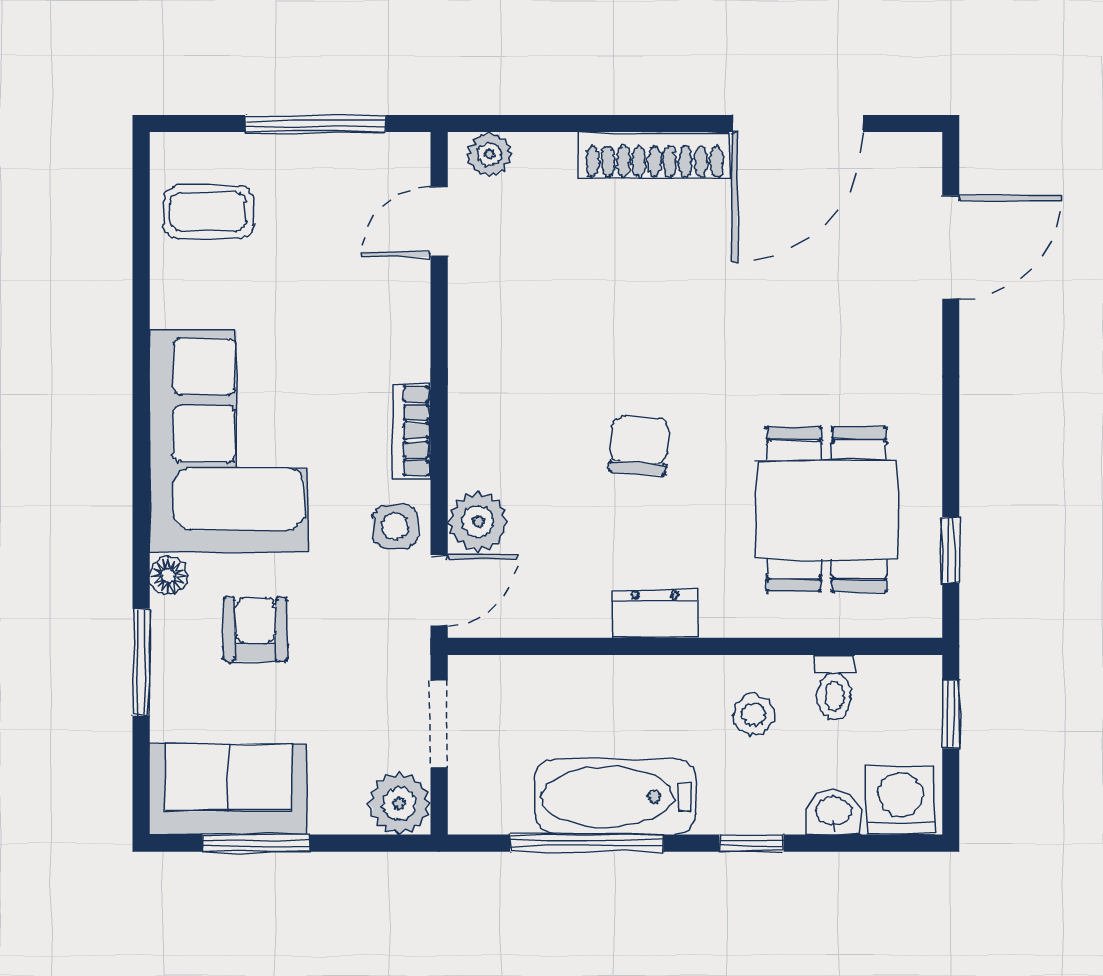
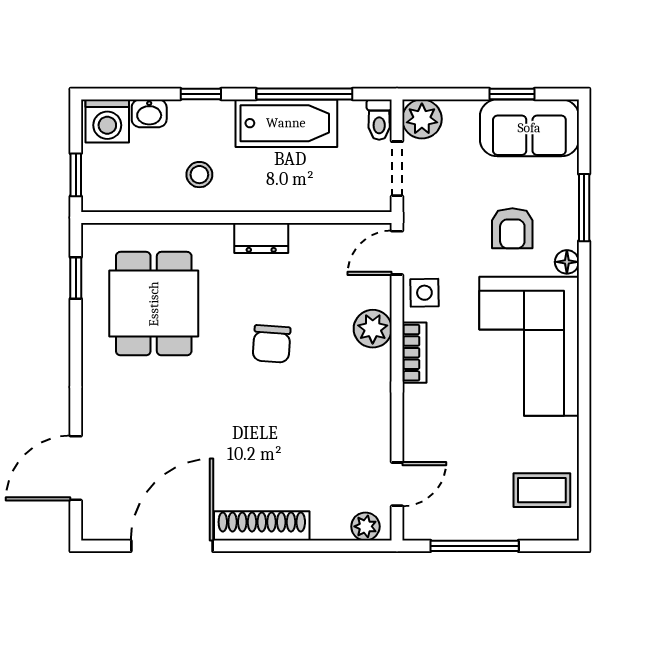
plant: (478, 521) -> (373, 329), moved
toilet: (834, 687) -> (379, 120), moved, turned 180
window: (256, 843) -> (512, 94), width x0.67

